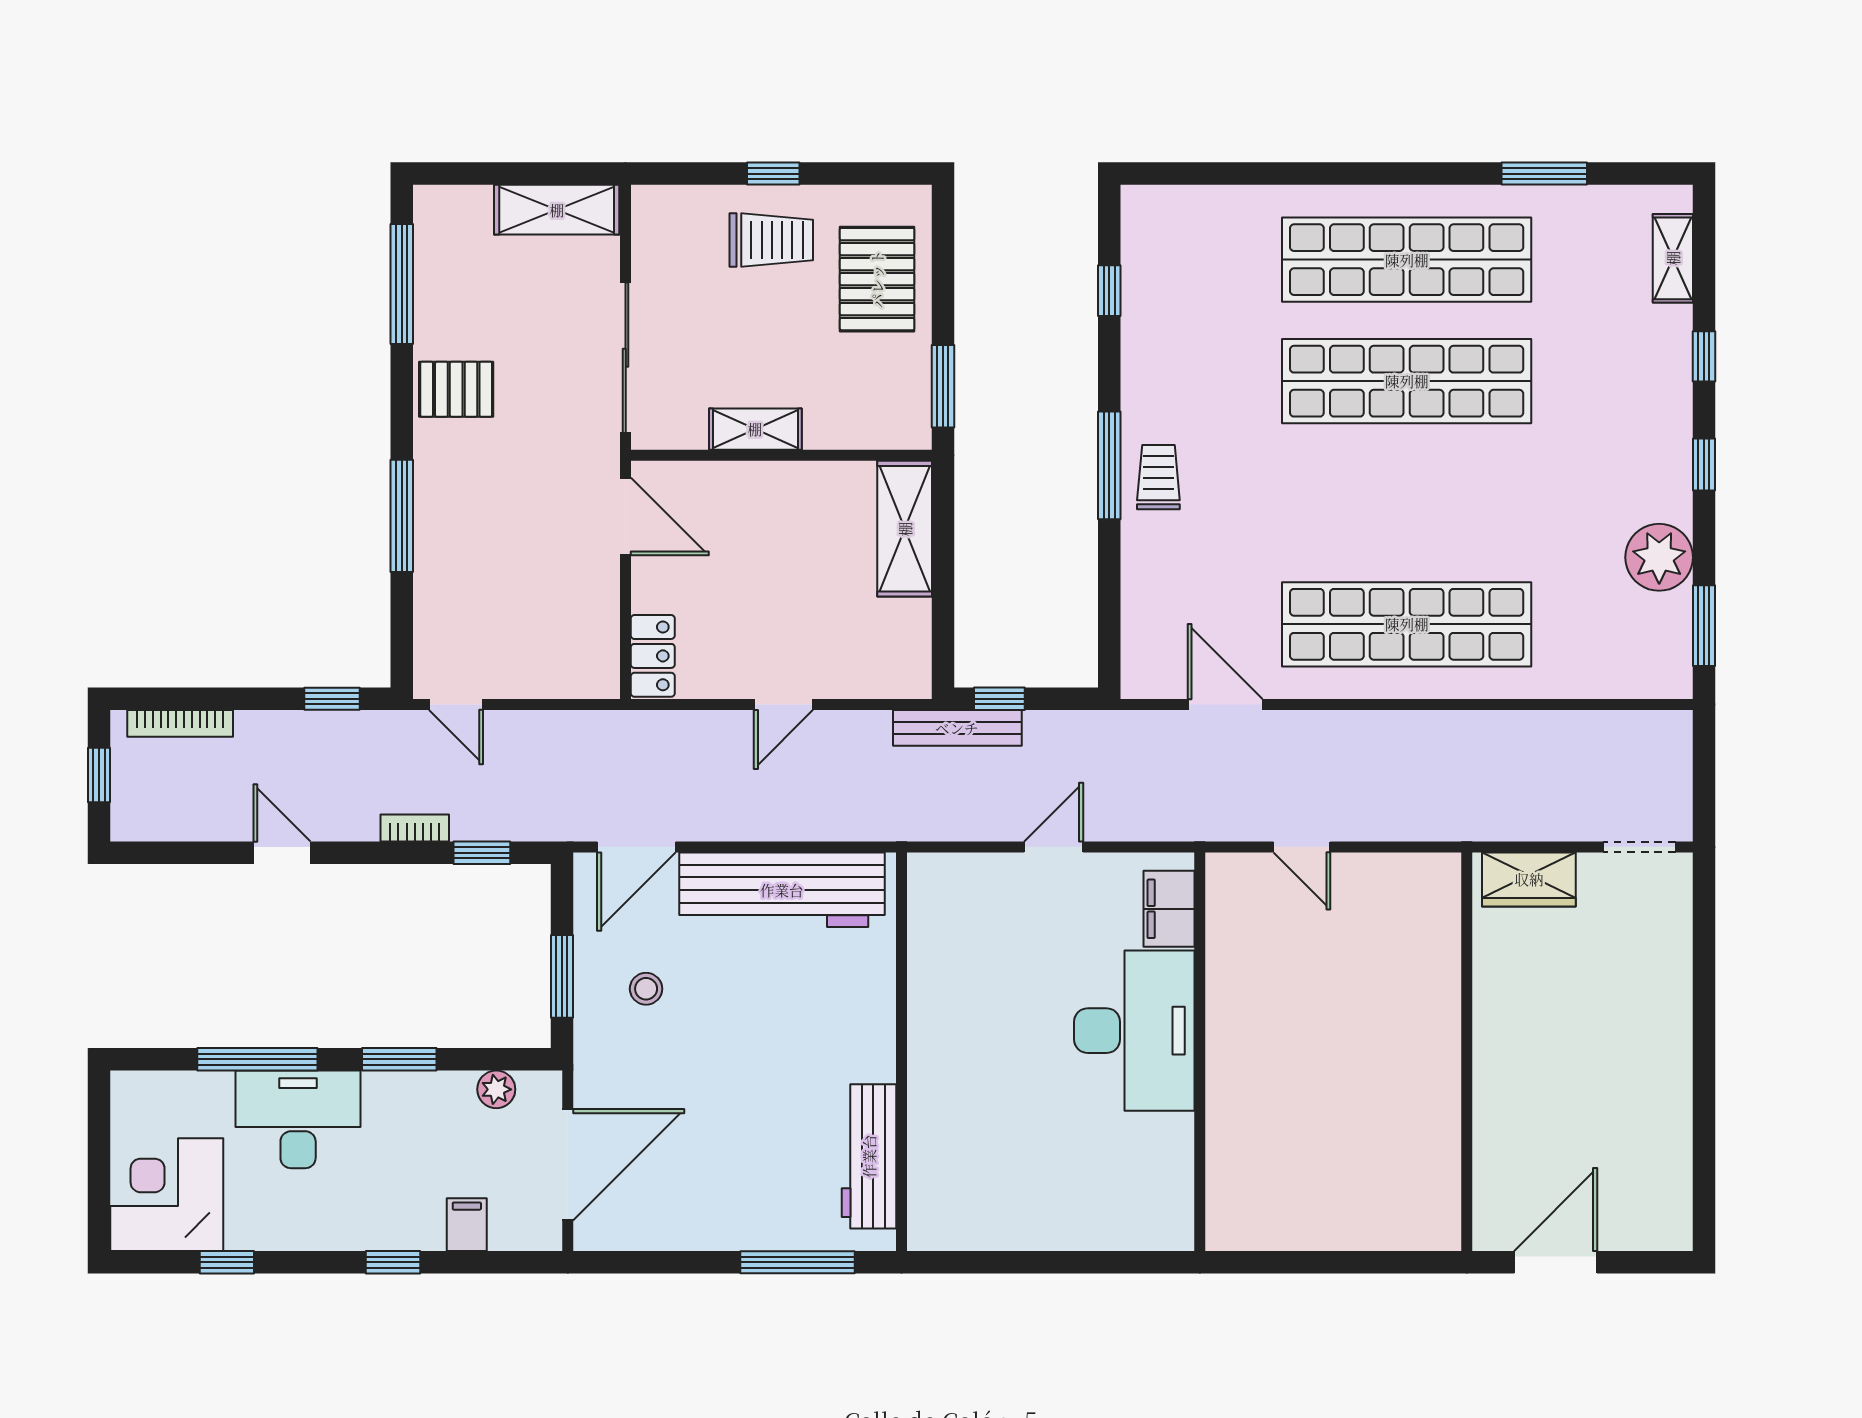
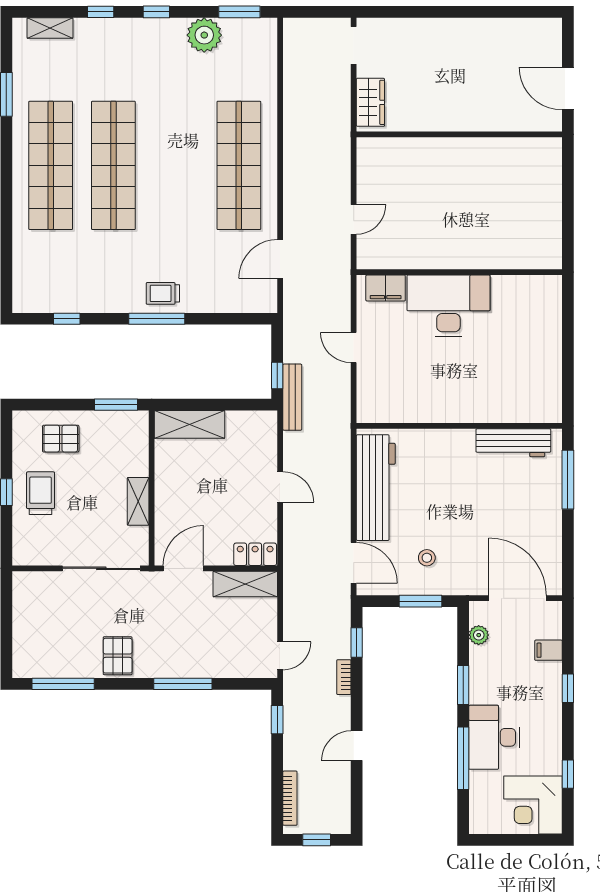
shelving: (557, 210) -> (245, 584), moved, turned 90
pallet: (877, 279) -> (61, 439), width x0.67, depth x0.71

